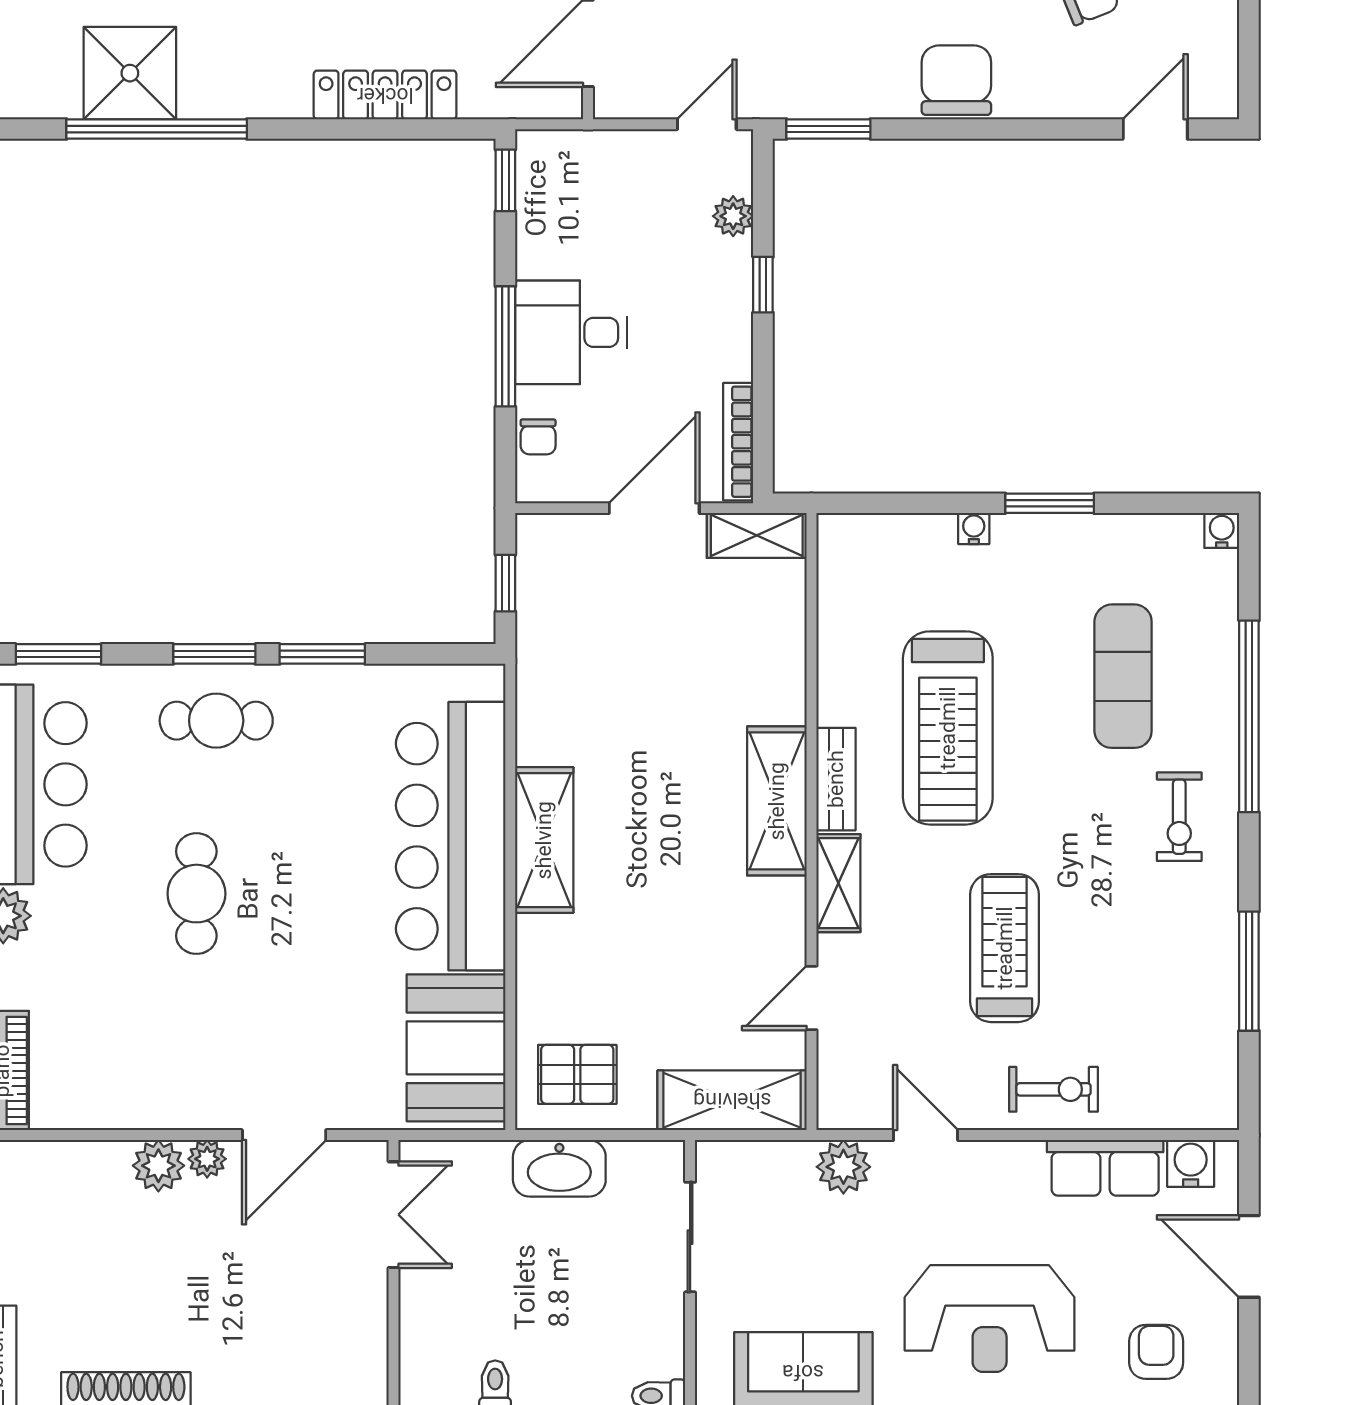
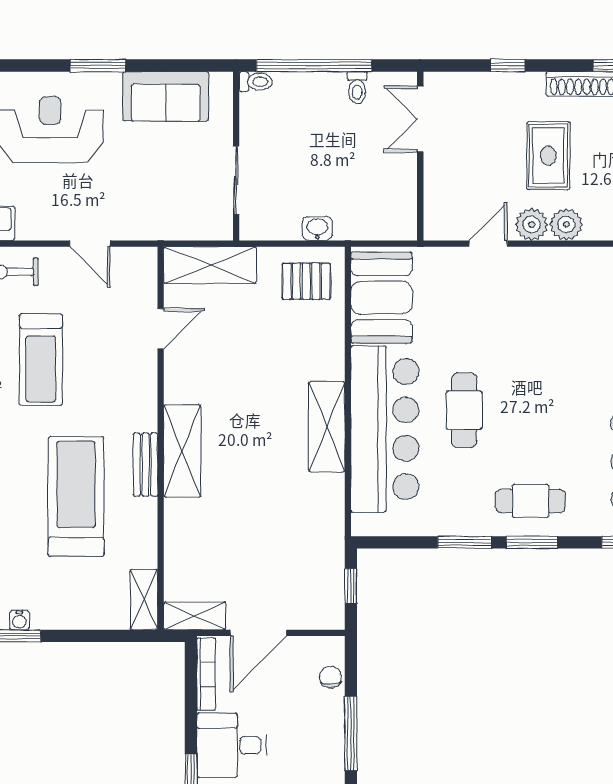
desk: (571, 332) -> (232, 745), moved, turned 180
water cooler: (974, 529) -> (19, 620), moved
shelving: (838, 883) -> (144, 599), moved
cafe table: (196, 894) -> (464, 410), moved
door: (284, 1135) -> (488, 244), width x0.73
plant: (207, 1159) -> (532, 224), width x1.38, depth x1.38
plant: (843, 1167) -> (141, 224), removed
washbasin: (559, 1168) -> (317, 228), width x0.52, depth x0.69
double door: (394, 1215) -> (420, 119), moved
rug: (187, 1277) -> (548, 156), added

